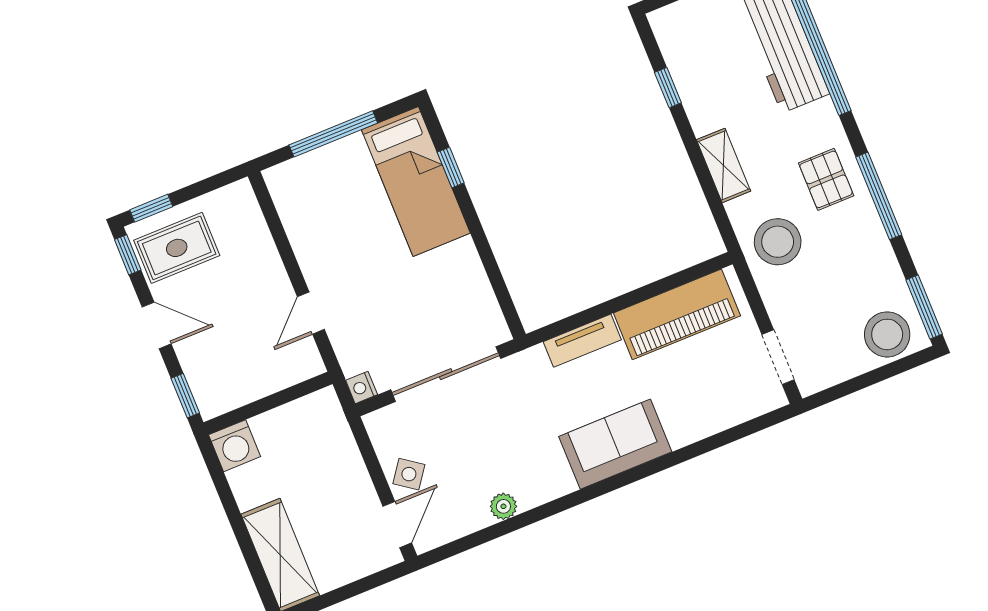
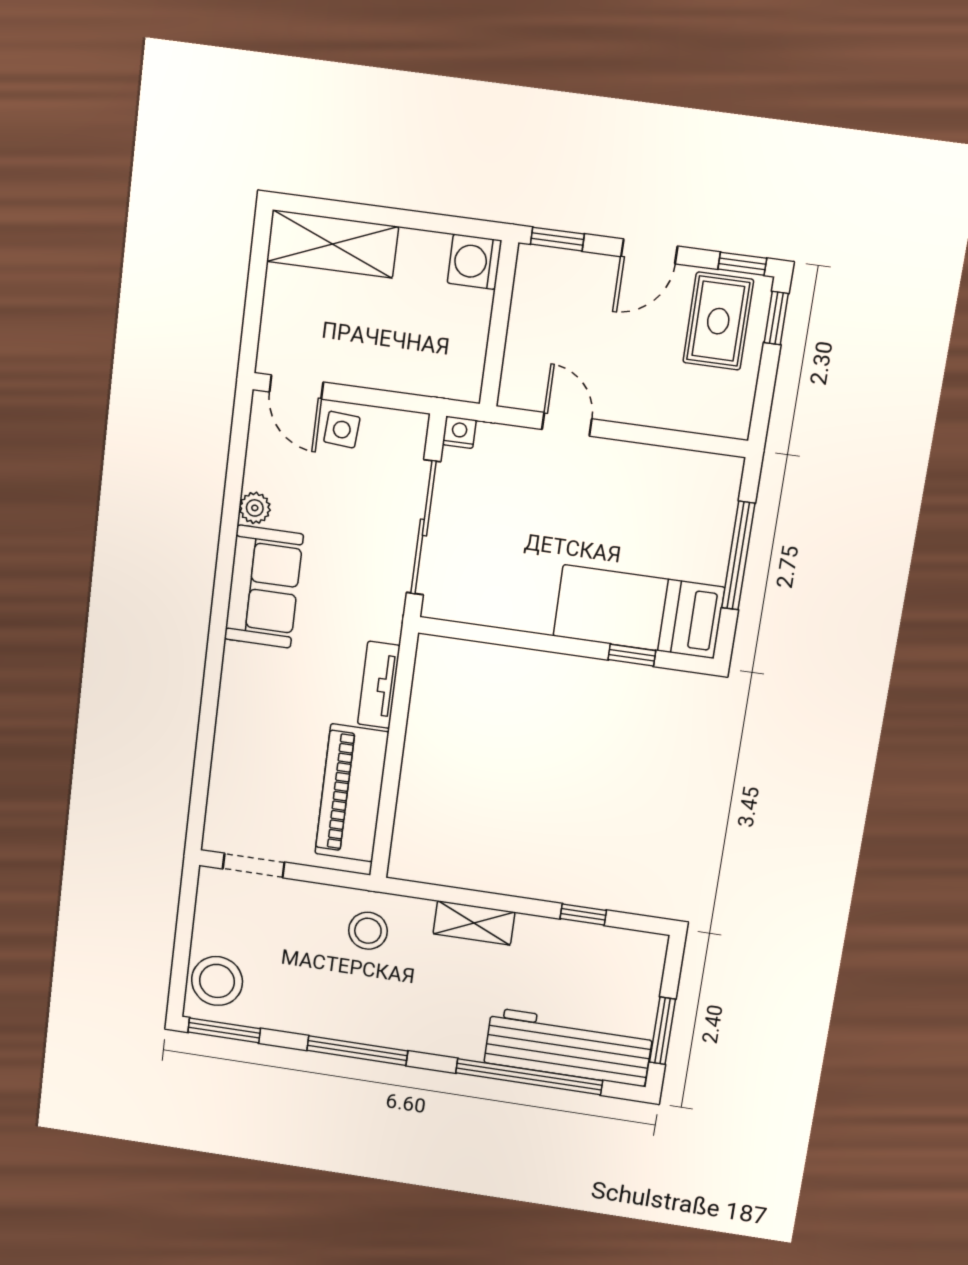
pallet: (826, 179) -> (402, 1011), removed
stool: (778, 242) -> (368, 931), width x0.73, depth x0.73
sofa: (615, 444) -> (264, 587), moved
side table: (409, 474) -> (342, 430), turned -32

